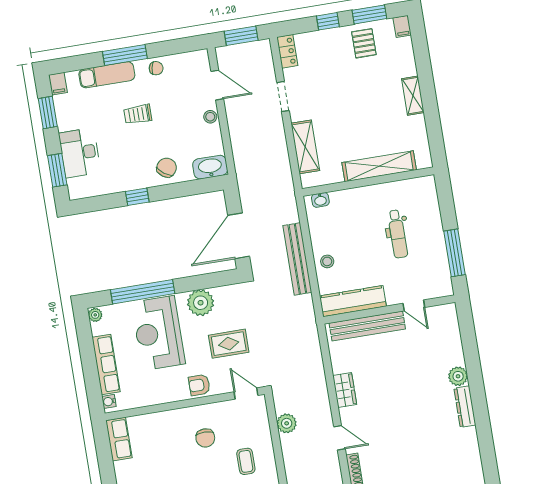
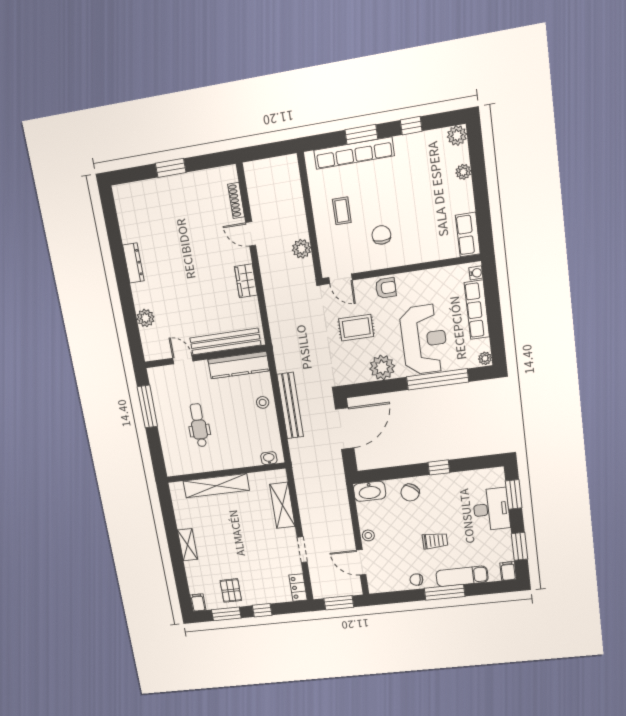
plant: (458, 376) -> (146, 318), moved

